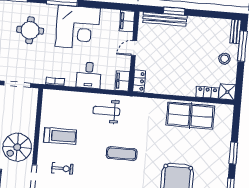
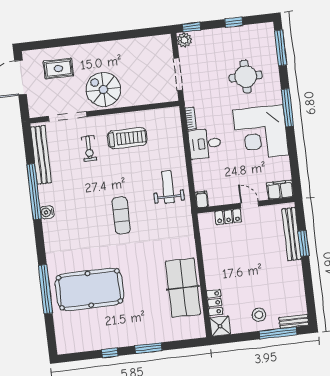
desk: (89, 75) -> (205, 144), moved
filing cabinet: (122, 81) -> (202, 199), width x0.50
locker: (139, 81) -> (228, 217), moved
treadmill: (60, 136) -> (127, 138), turned -90

